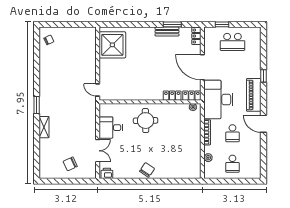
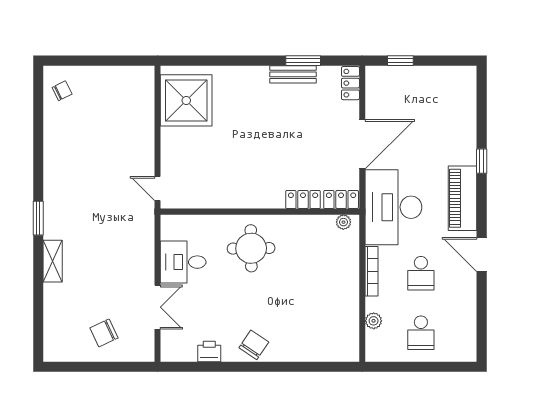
school desk: (232, 42) -> (421, 95), removed
door: (202, 67) -> (362, 144), swing flipped
printer: (107, 173) -> (209, 351), moved

